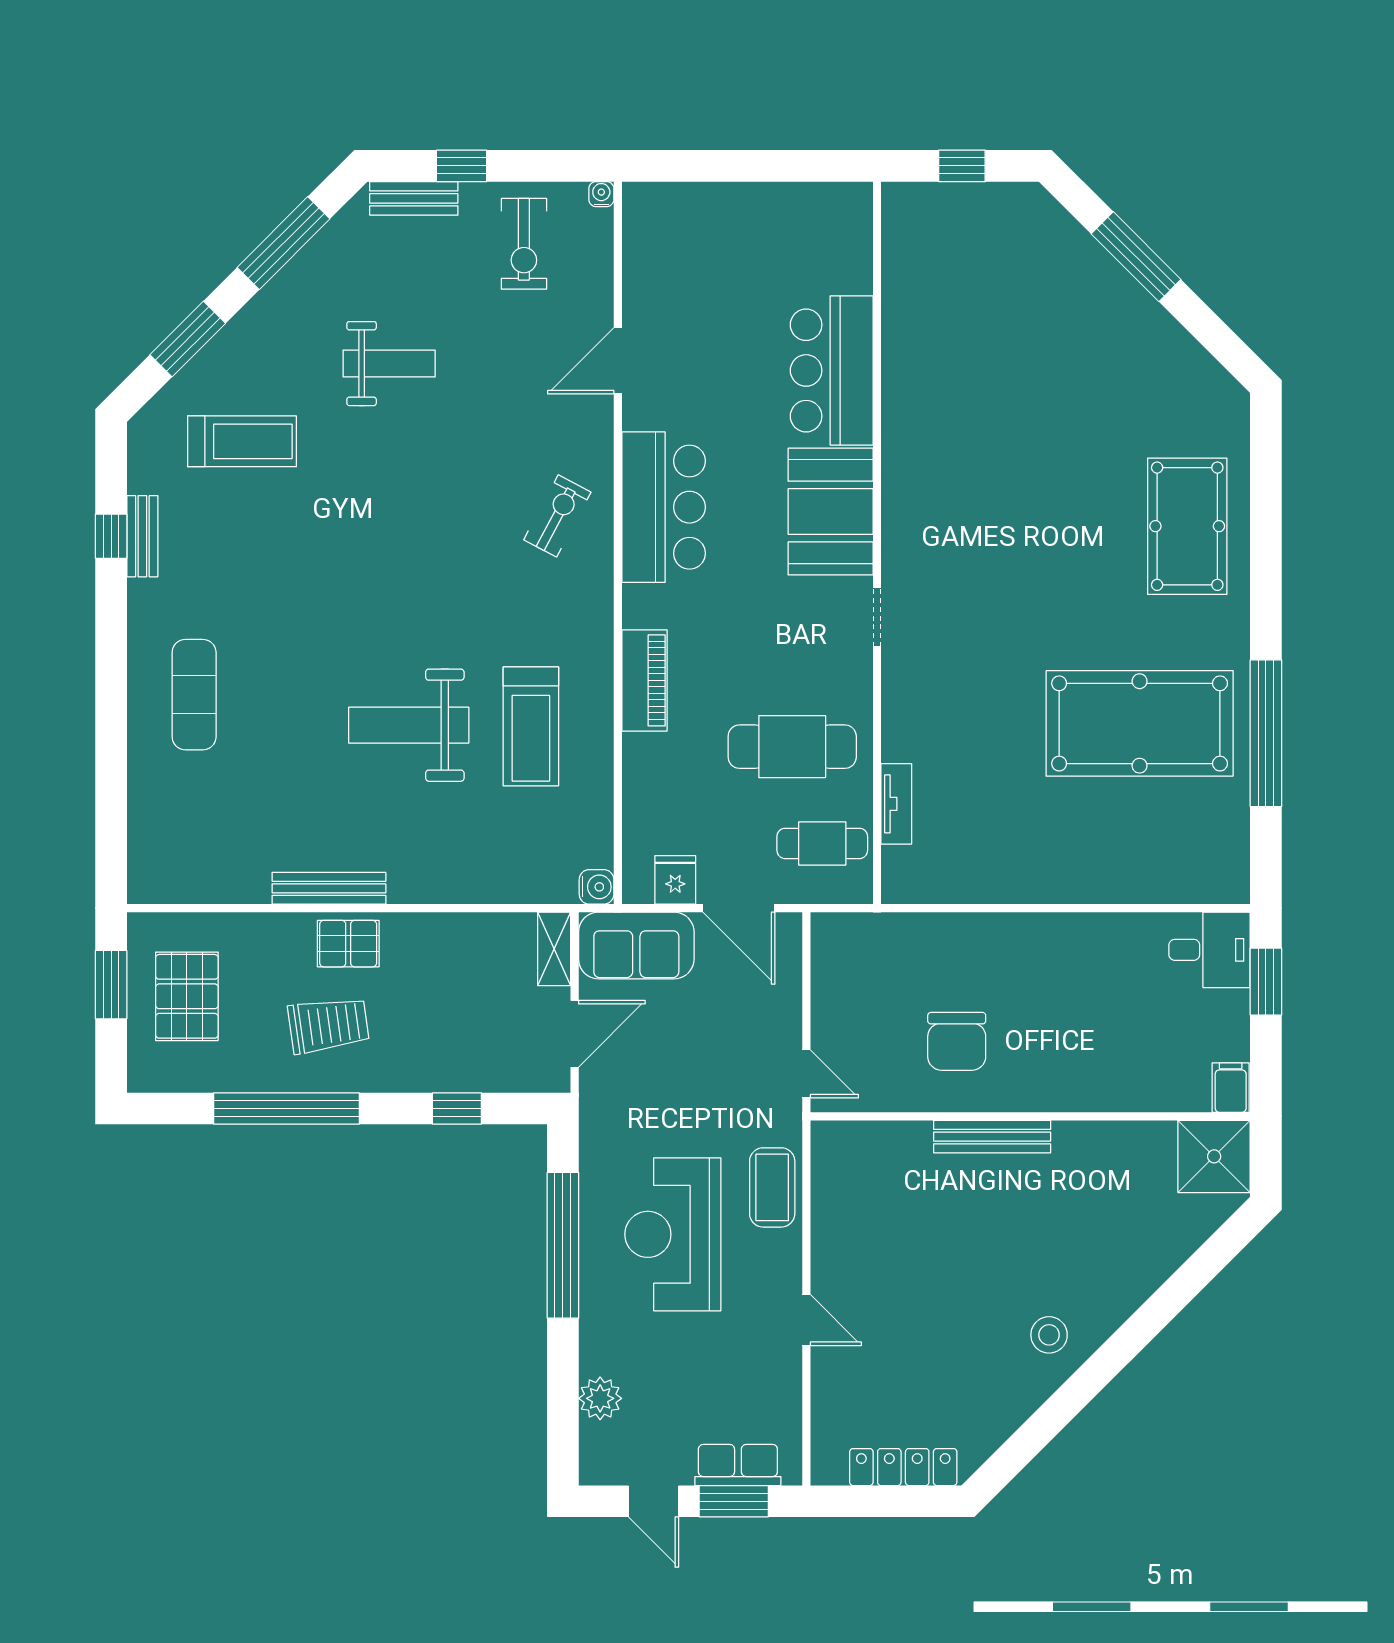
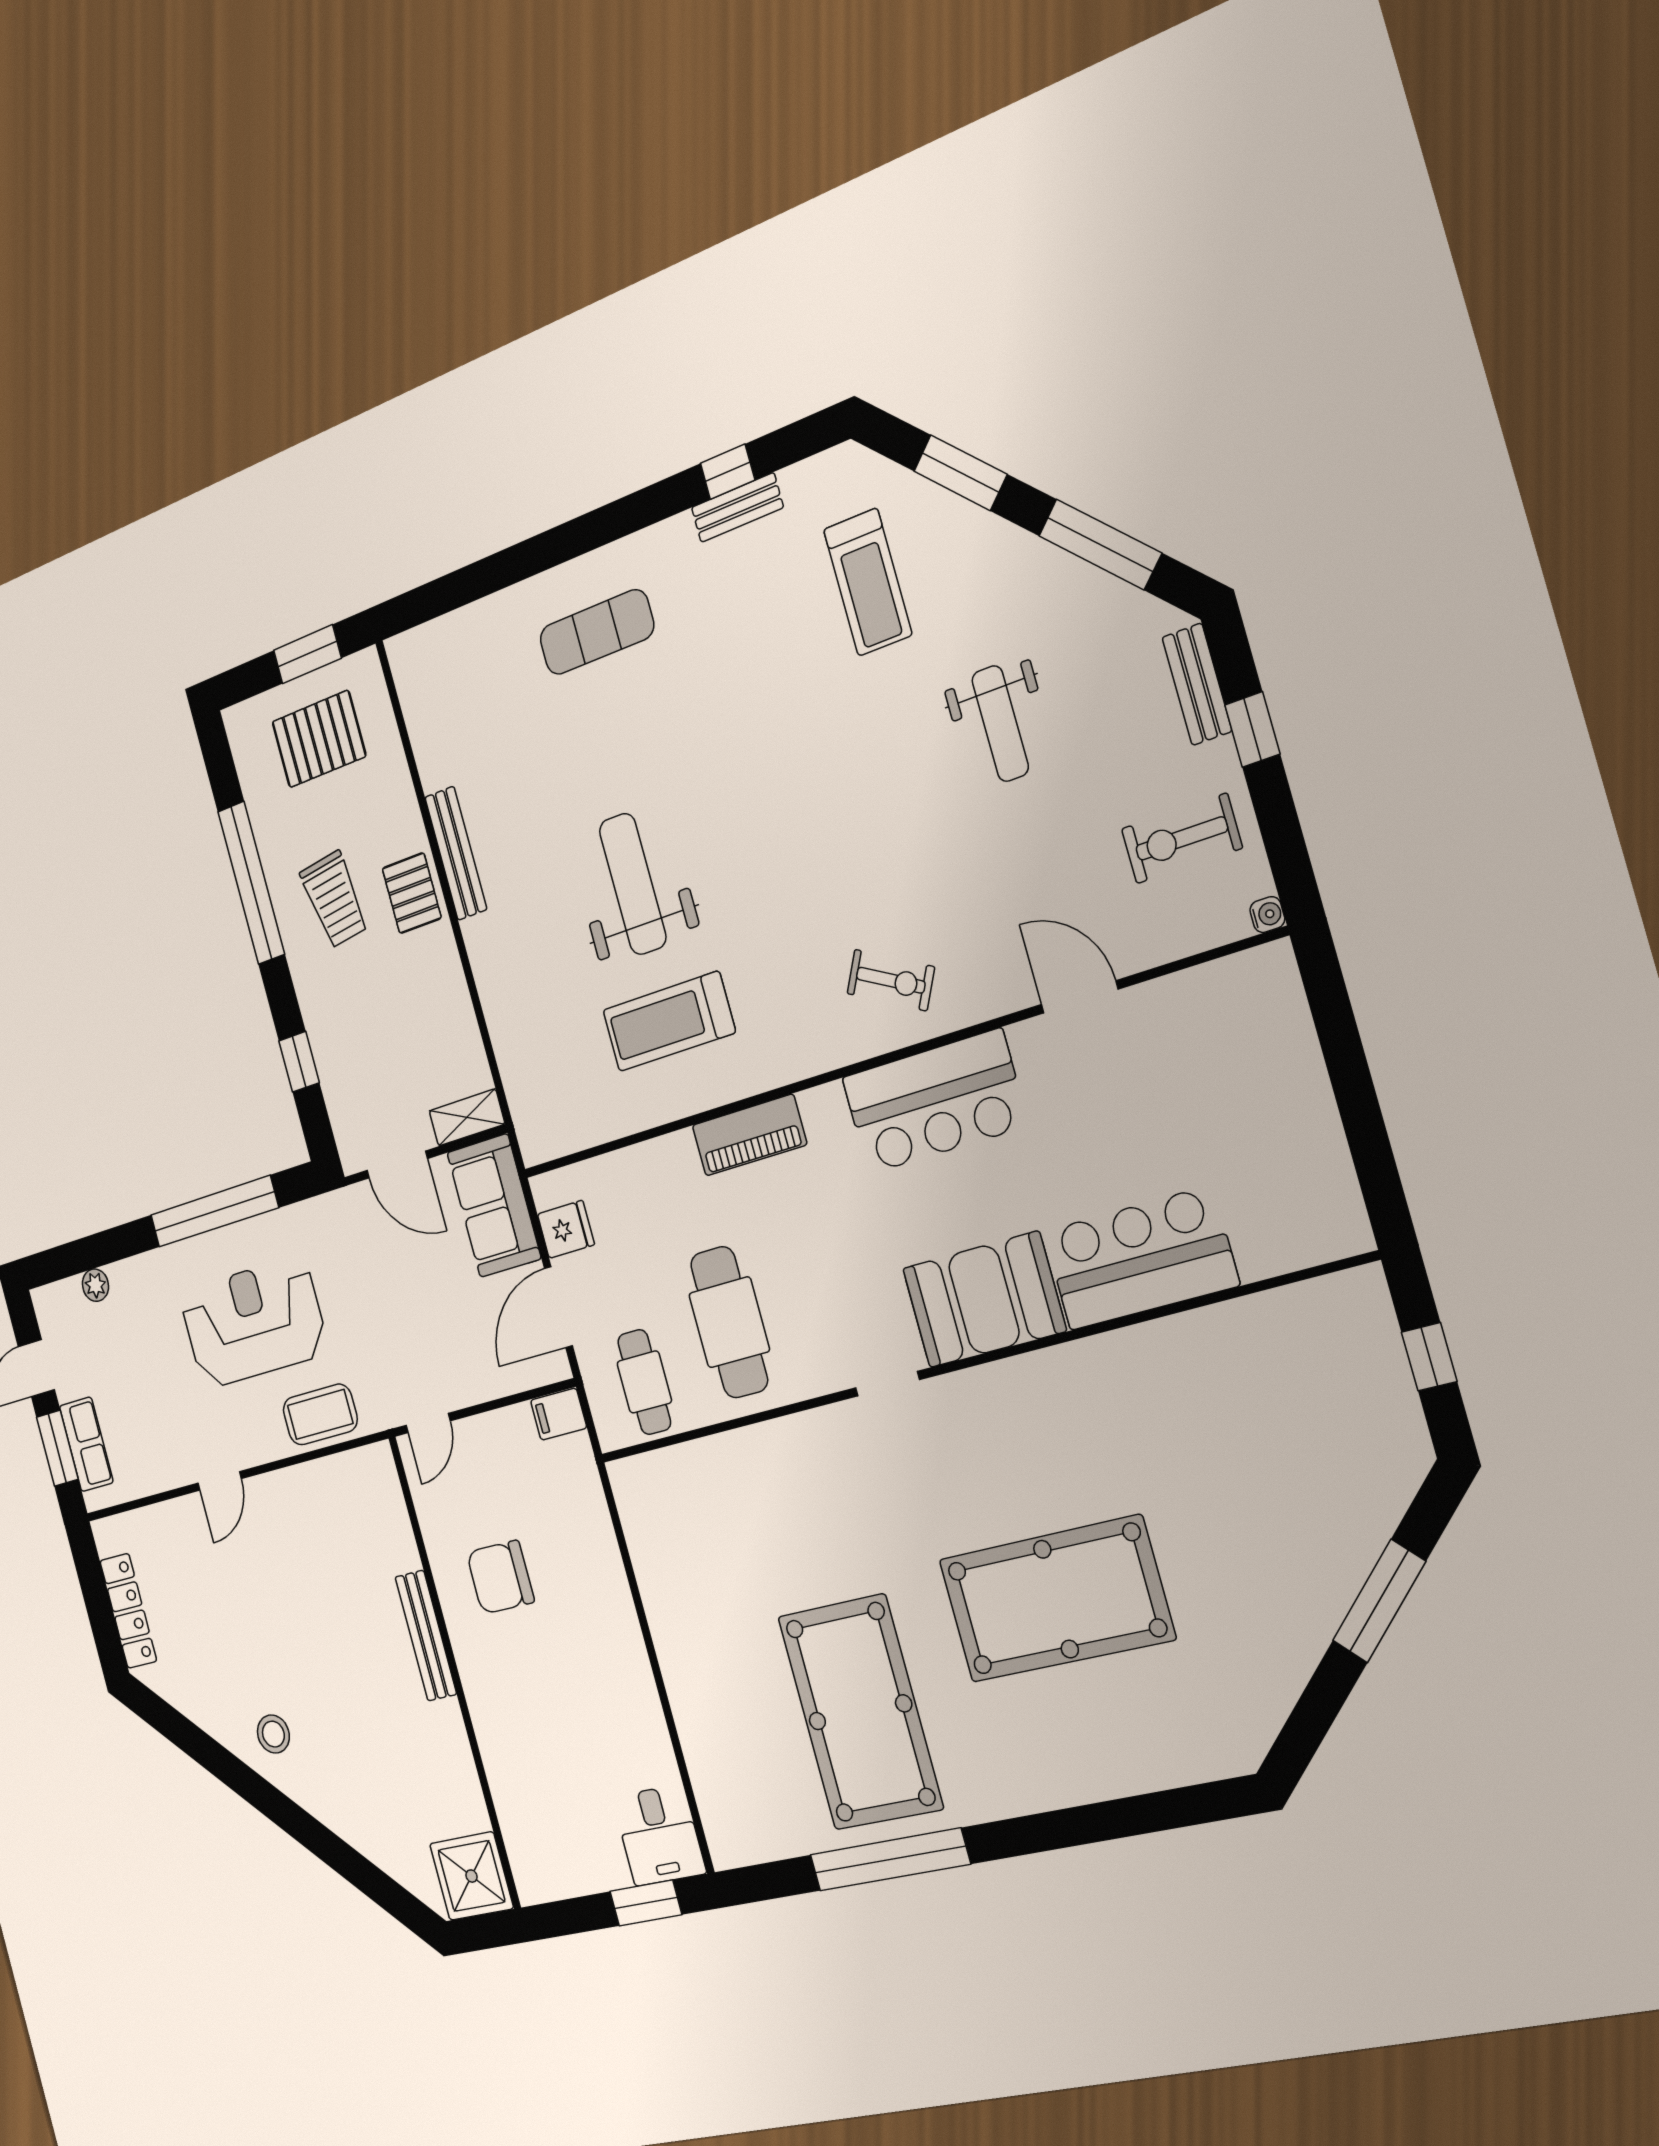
pool table: (1187, 526) -> (1056, 1599), moved, width x1.36, depth x1.32
tv unit: (896, 804) -> (705, 1455), removed
water cooler: (597, 887) -> (536, 1145), removed
filing cabinet: (1231, 1088) -> (559, 1414), moved, turned 180
plant: (600, 1398) -> (95, 1285), width x0.73, depth x0.73

